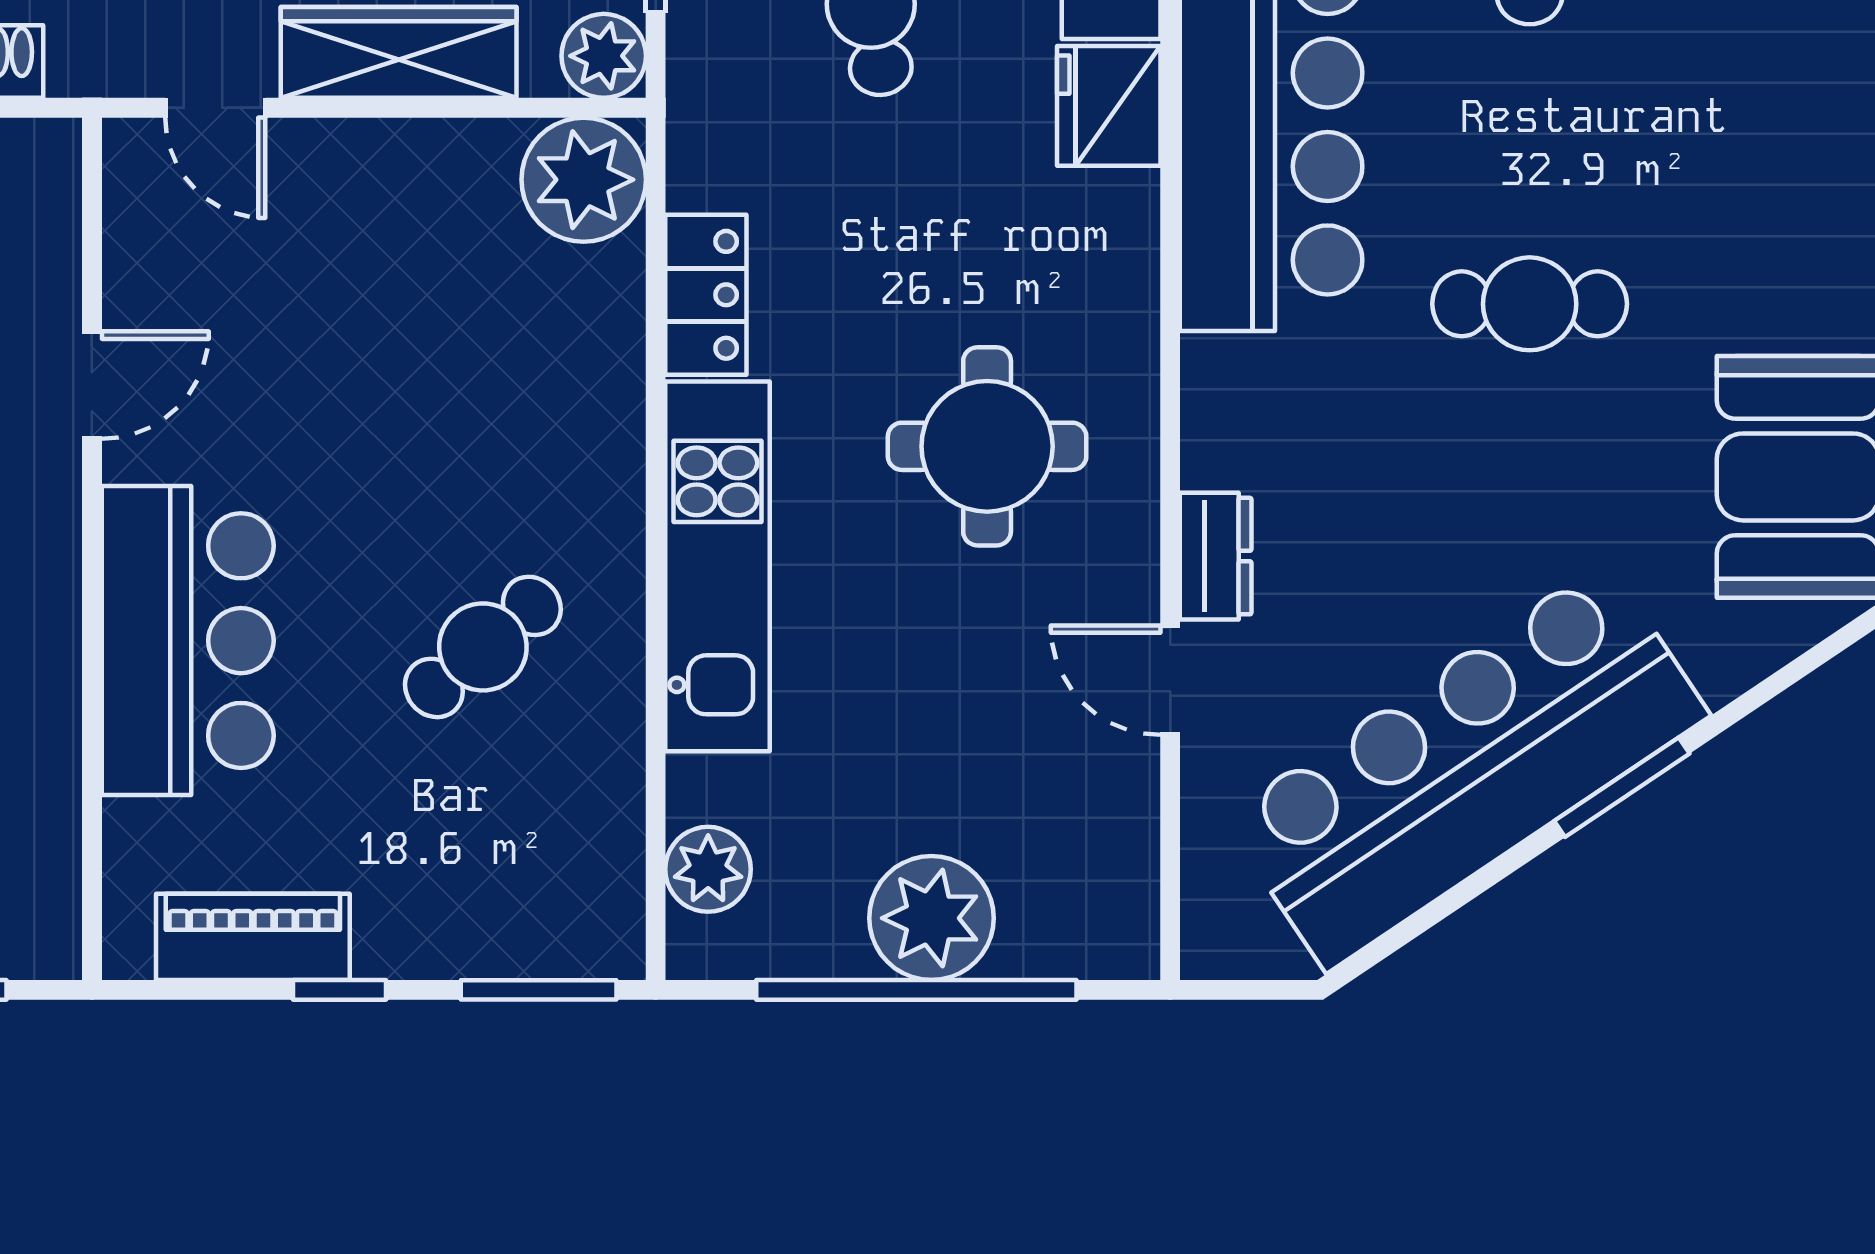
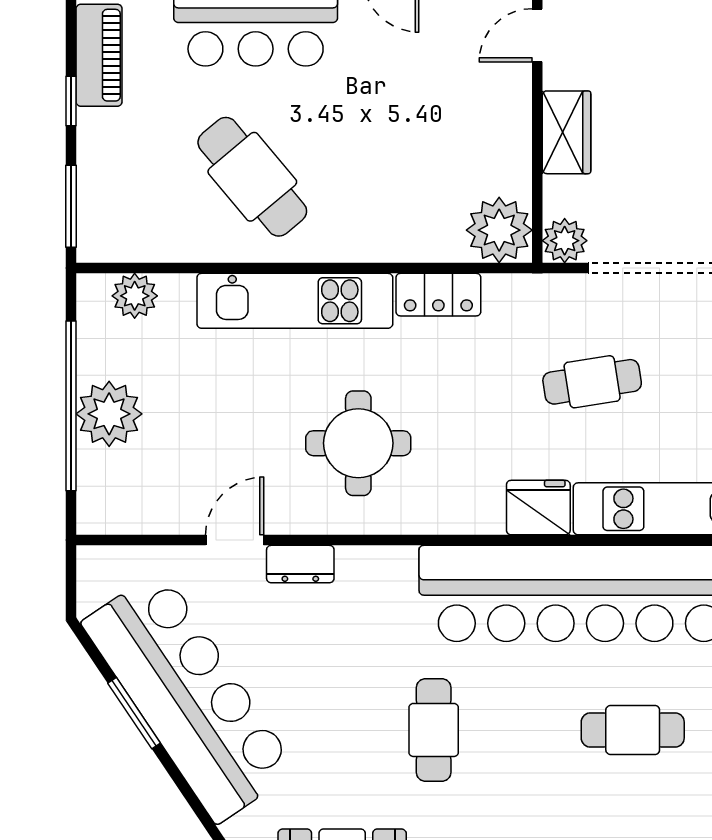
wardrobe: (399, 52) -> (566, 132), width x0.67
cafe table: (483, 647) -> (252, 177), width x1.37, depth x1.35
window: (1622, 787) -> (134, 713), moved

